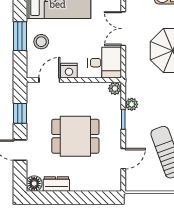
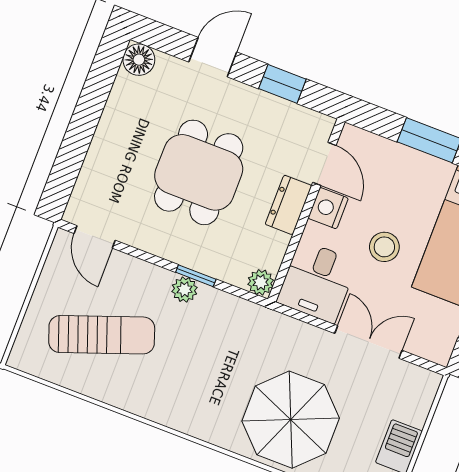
stool: (41, 42) -> (384, 247), moved
plant: (132, 104) -> (185, 290), moved
door: (123, 159) -> (95, 237), moved
dresser: (56, 184) -> (288, 205), moved, turned 180

